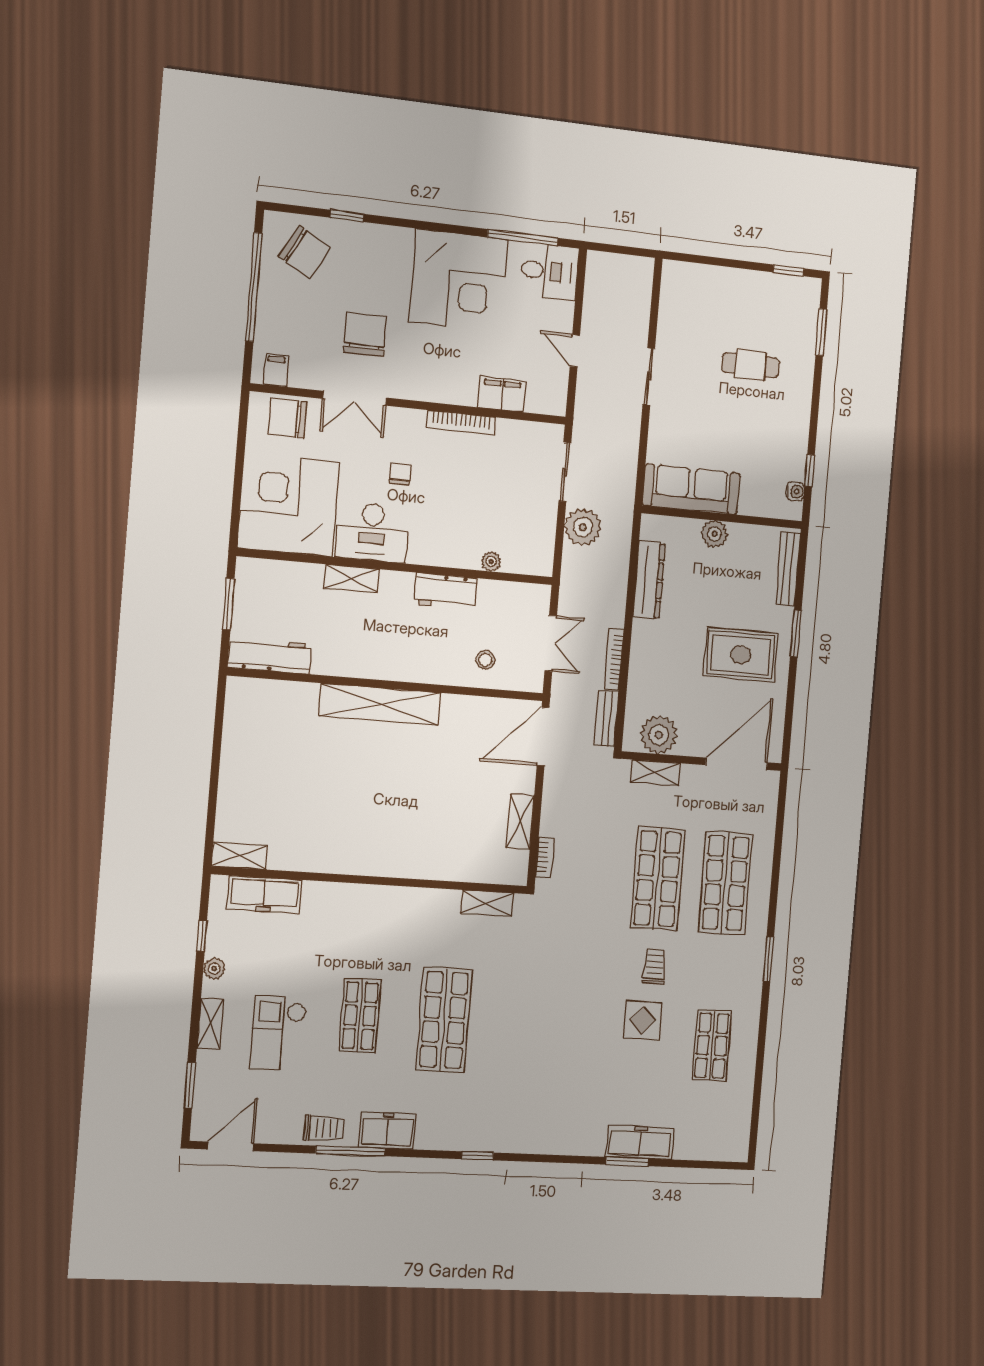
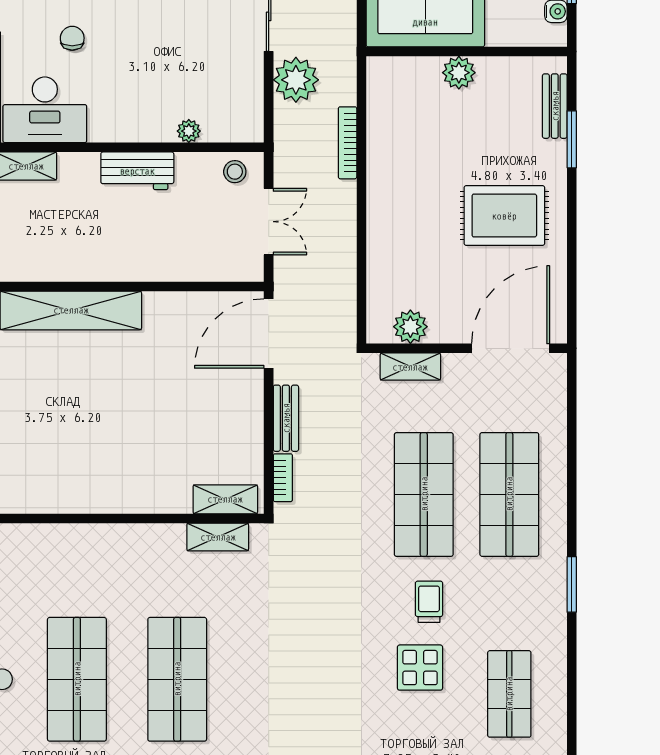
bench: (788, 569) -> (555, 106), width x0.73
dresser: (649, 580) -> (382, 135), removed
window: (796, 633) -> (572, 139), moved
stool: (485, 660) -> (235, 172), moved
bookcase: (614, 660) -> (348, 143), moved
bench: (606, 719) -> (286, 418), moved
plant: (659, 735) -> (410, 327), width x0.73, depth x0.73
shelving: (520, 822) -> (225, 499), moved, turned 90
shop shelf: (360, 1016) -> (77, 679), width x1.43, depth x1.36

